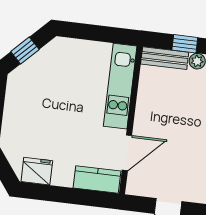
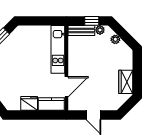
fridge: (37, 171) -> (29, 103), moved

